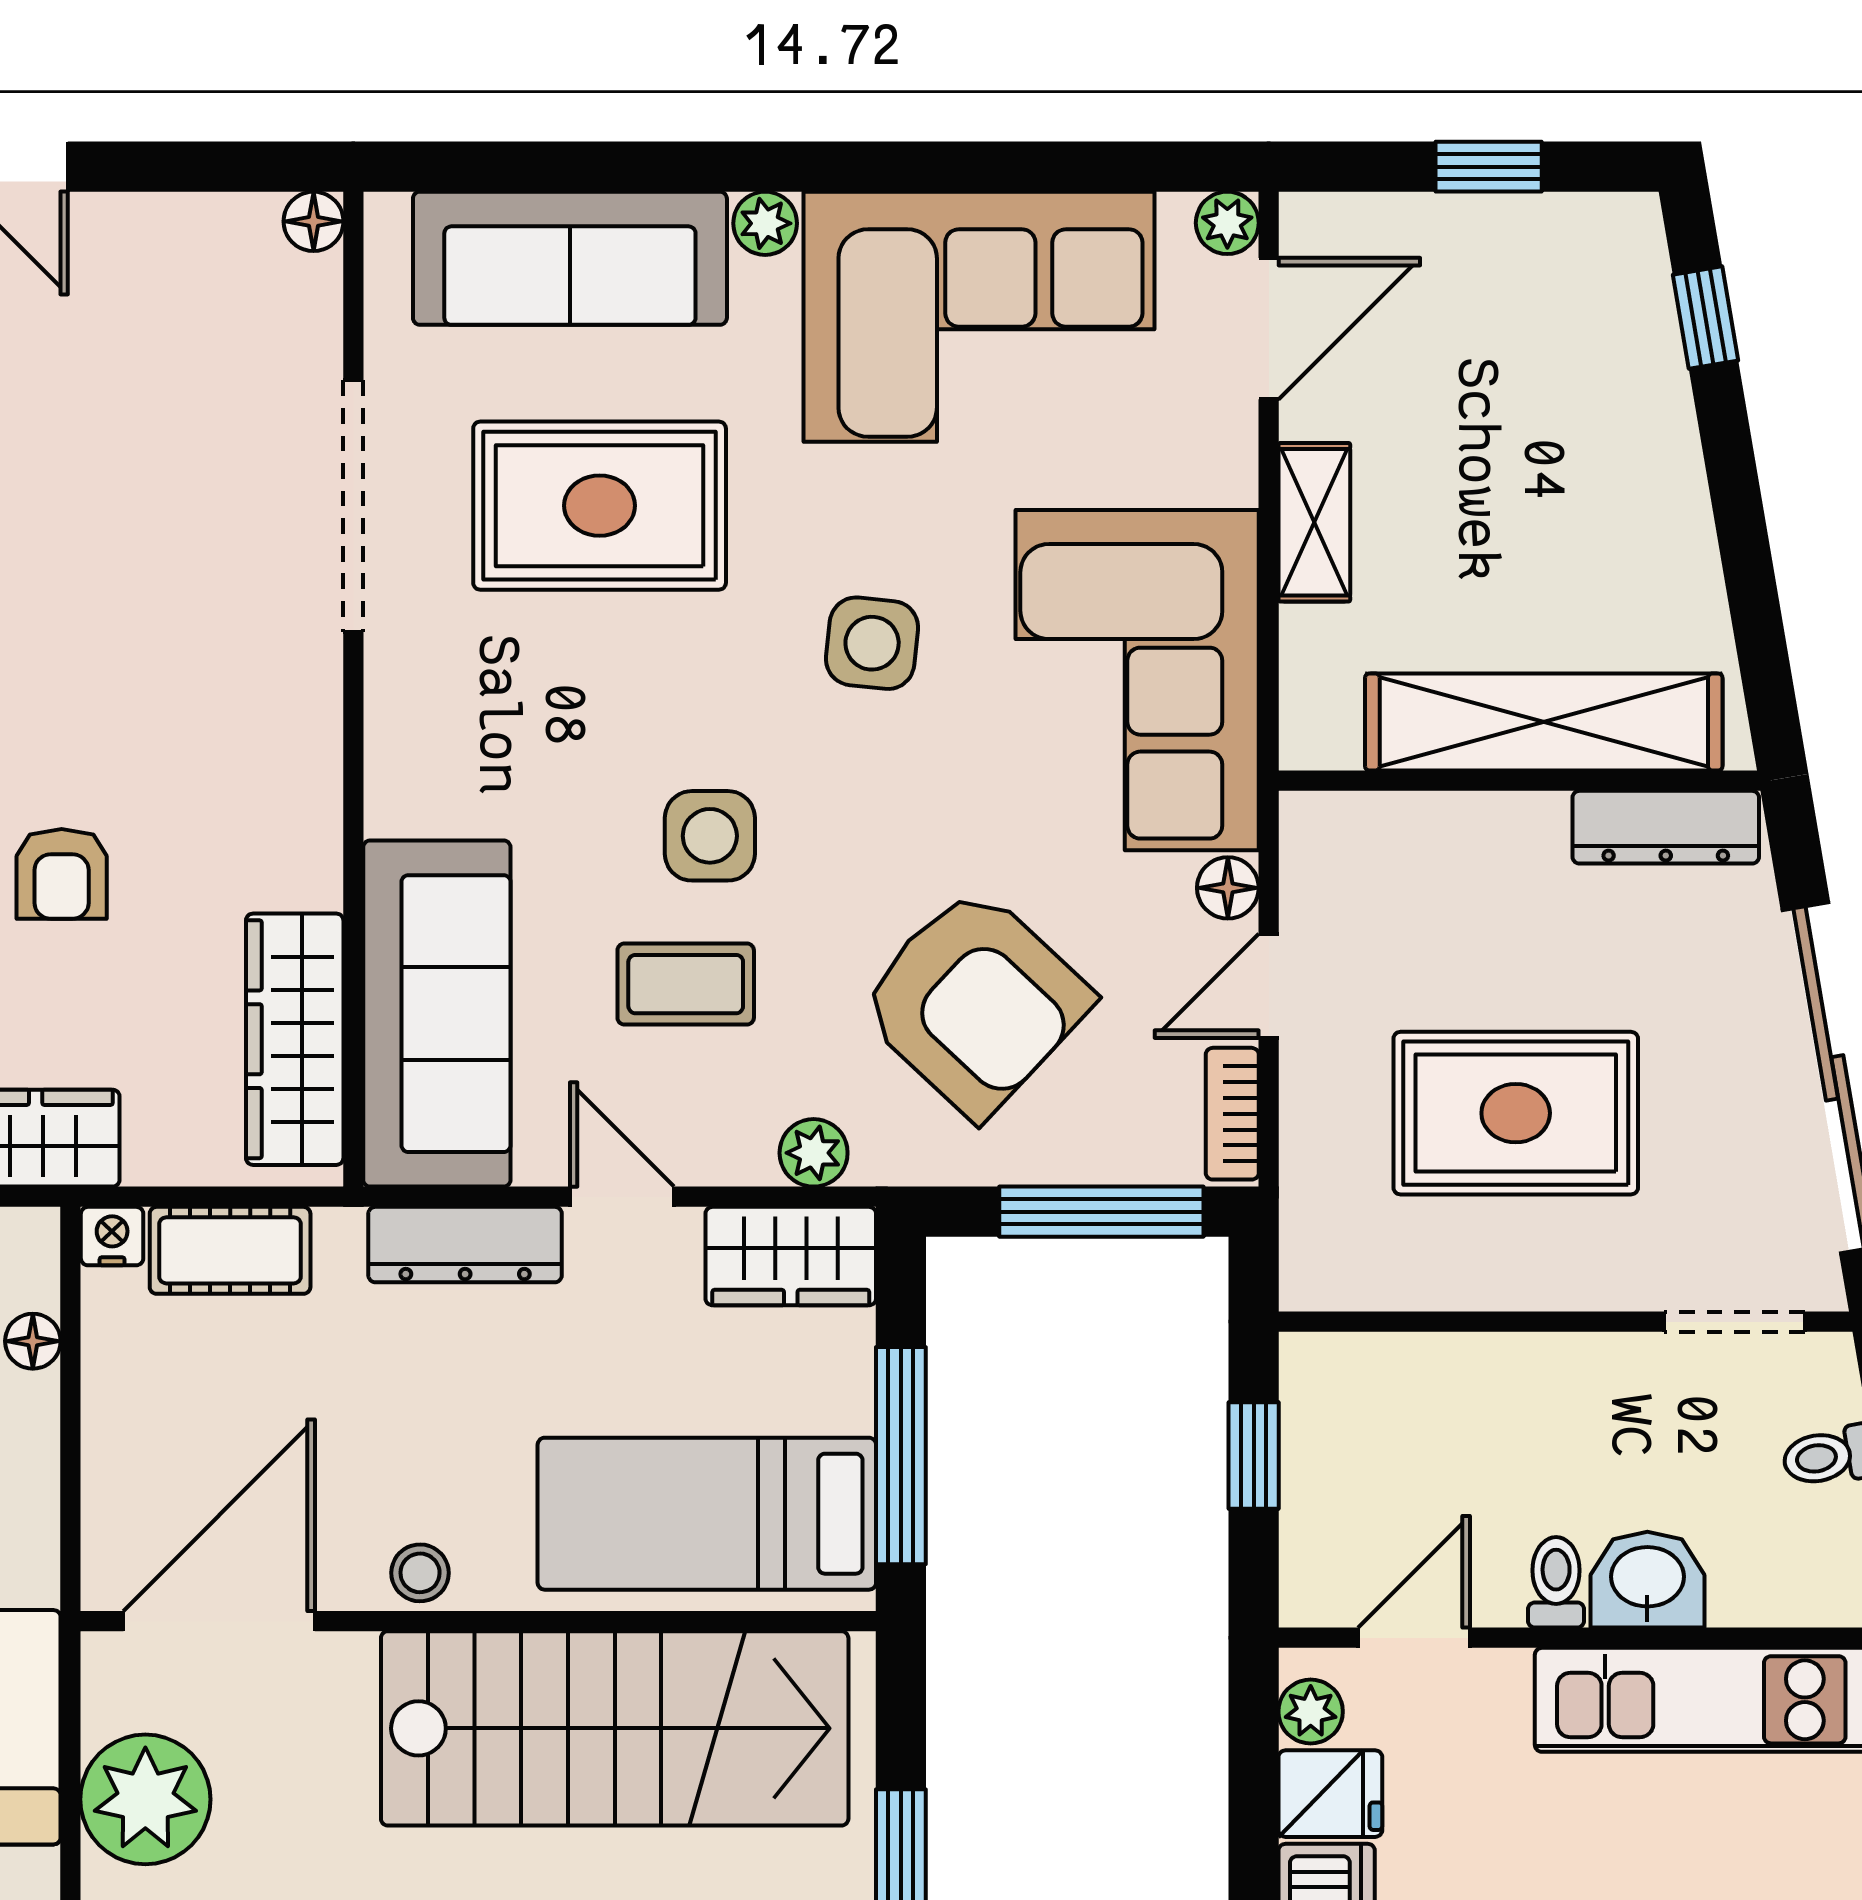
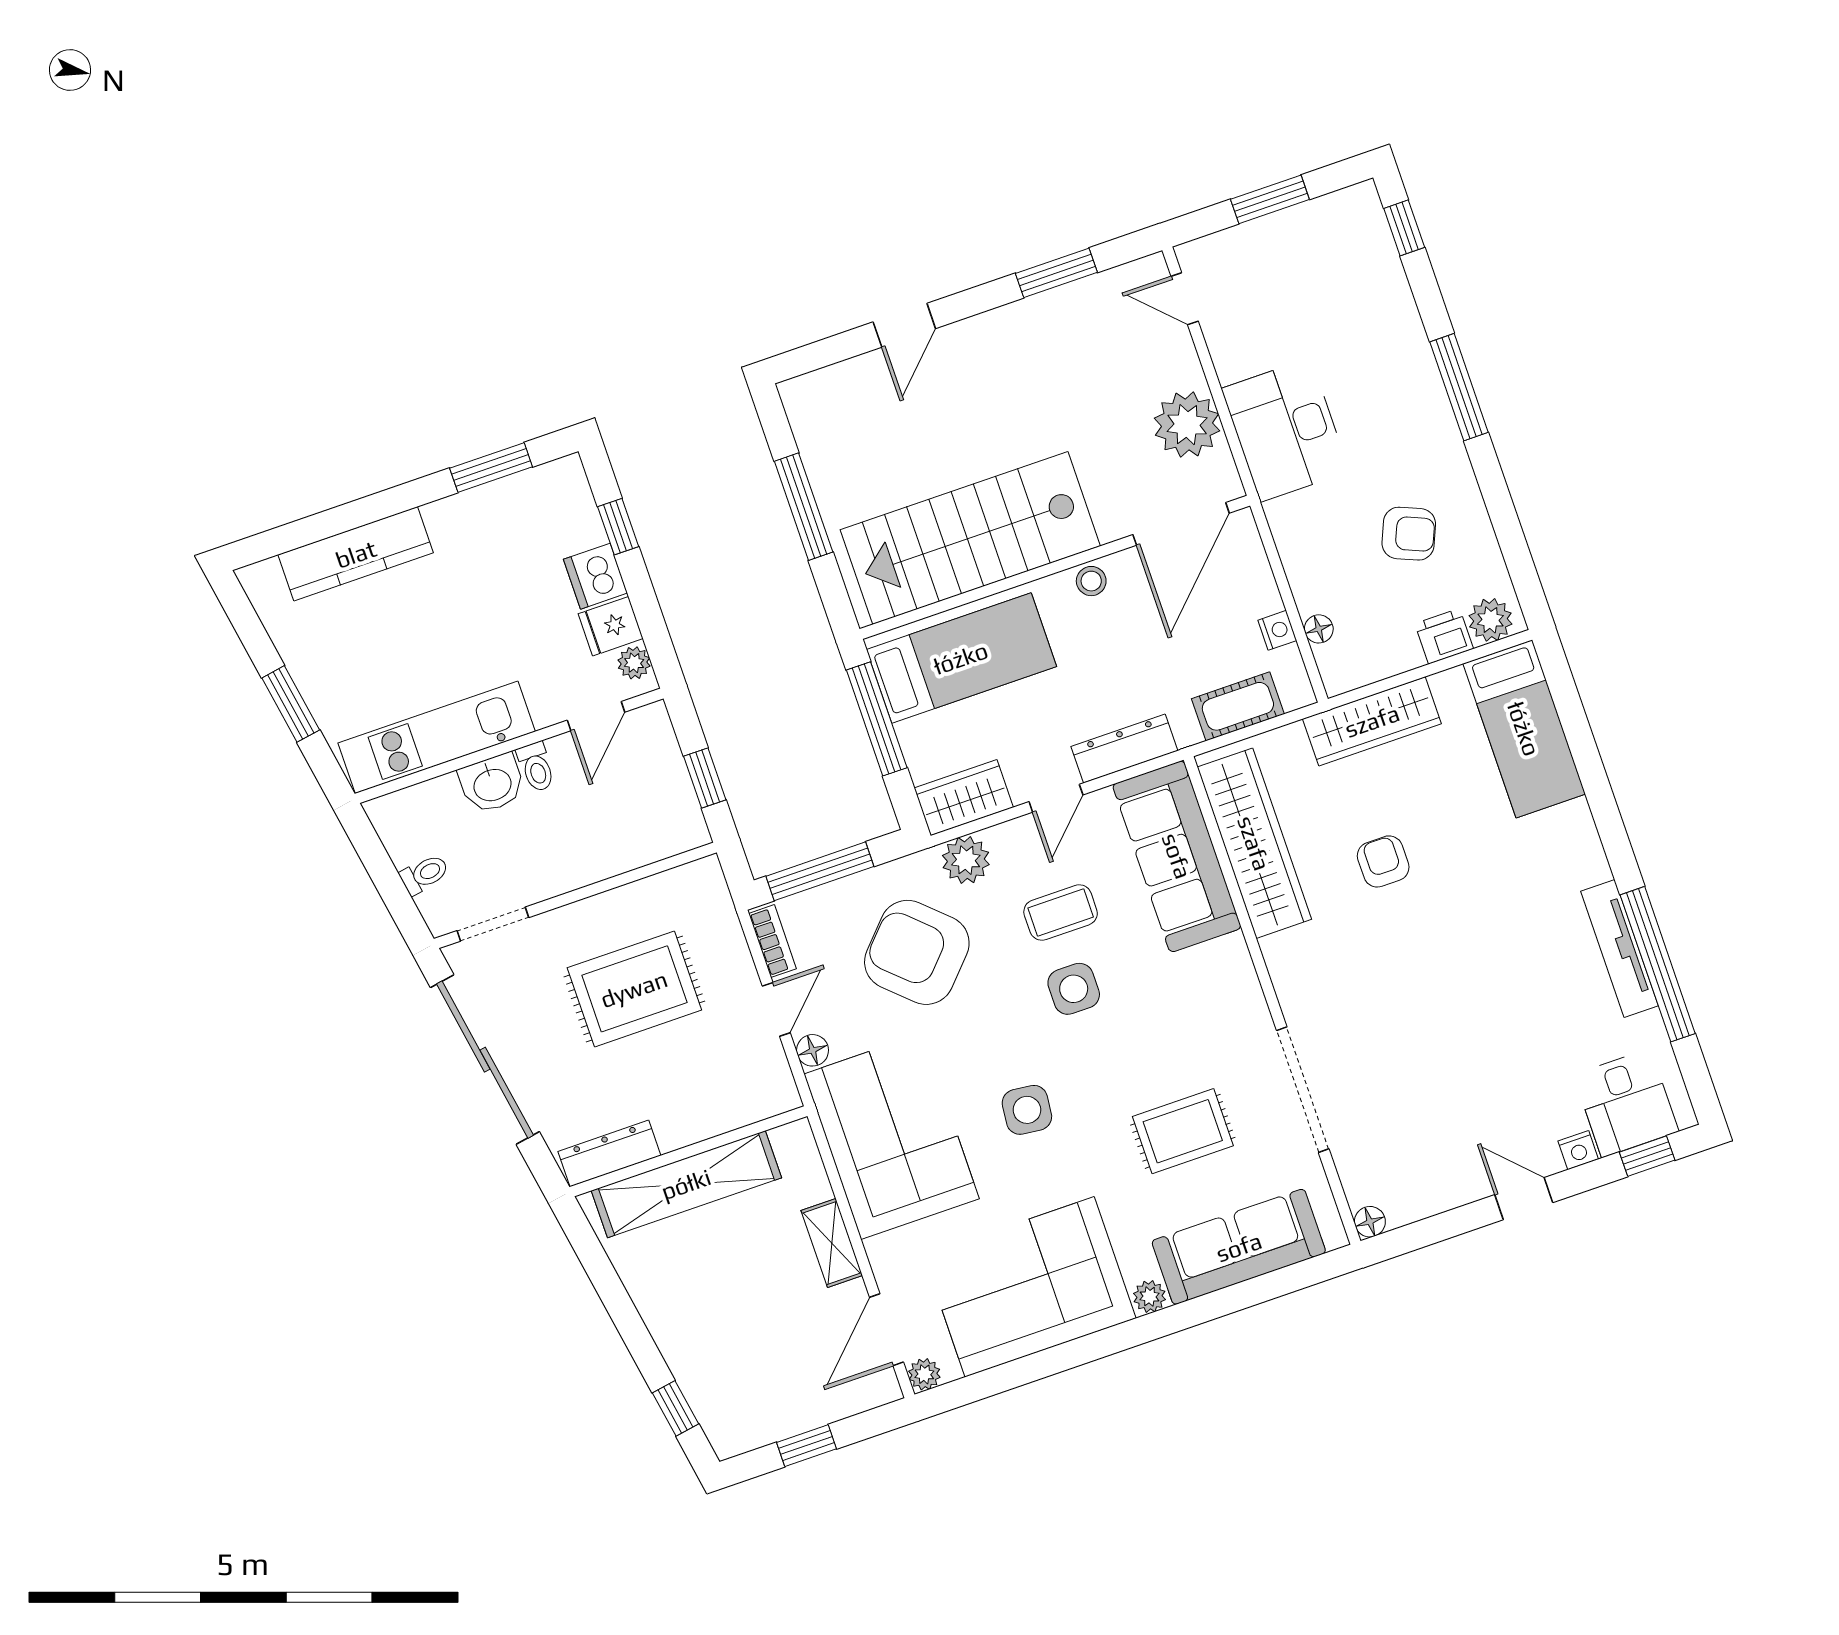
rug: (600, 506) -> (1183, 1131), width x0.73, depth x0.70
wardrobe: (295, 1039) -> (1254, 843), width x1.40, depth x1.17
plant: (814, 1153) -> (966, 860), width x1.38, depth x1.38
door: (622, 1197) -> (1056, 798), hinge flipped
nightstand: (112, 1236) -> (1277, 630), moved, turned -90

